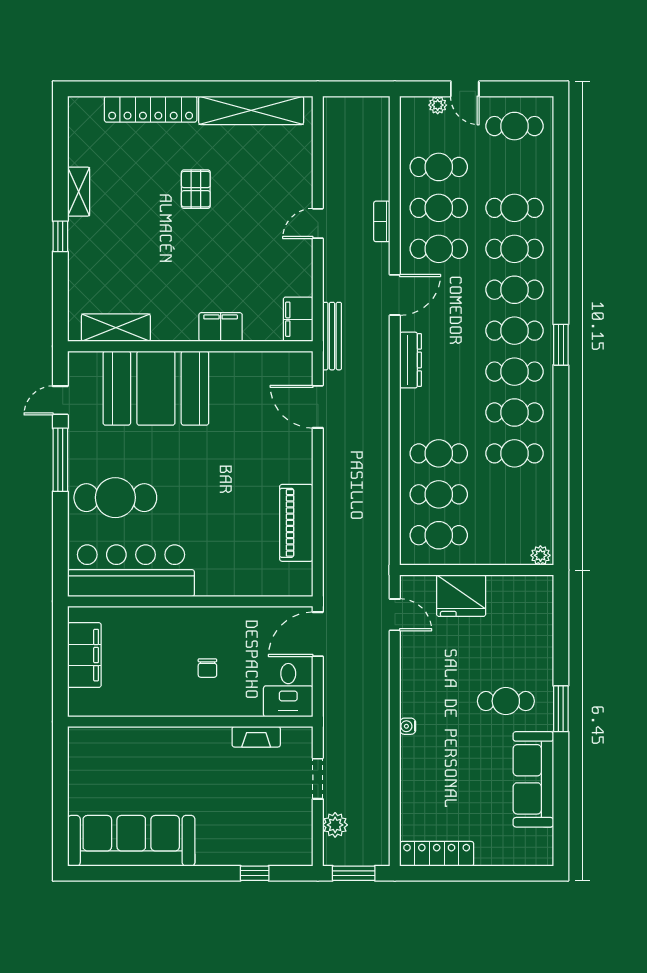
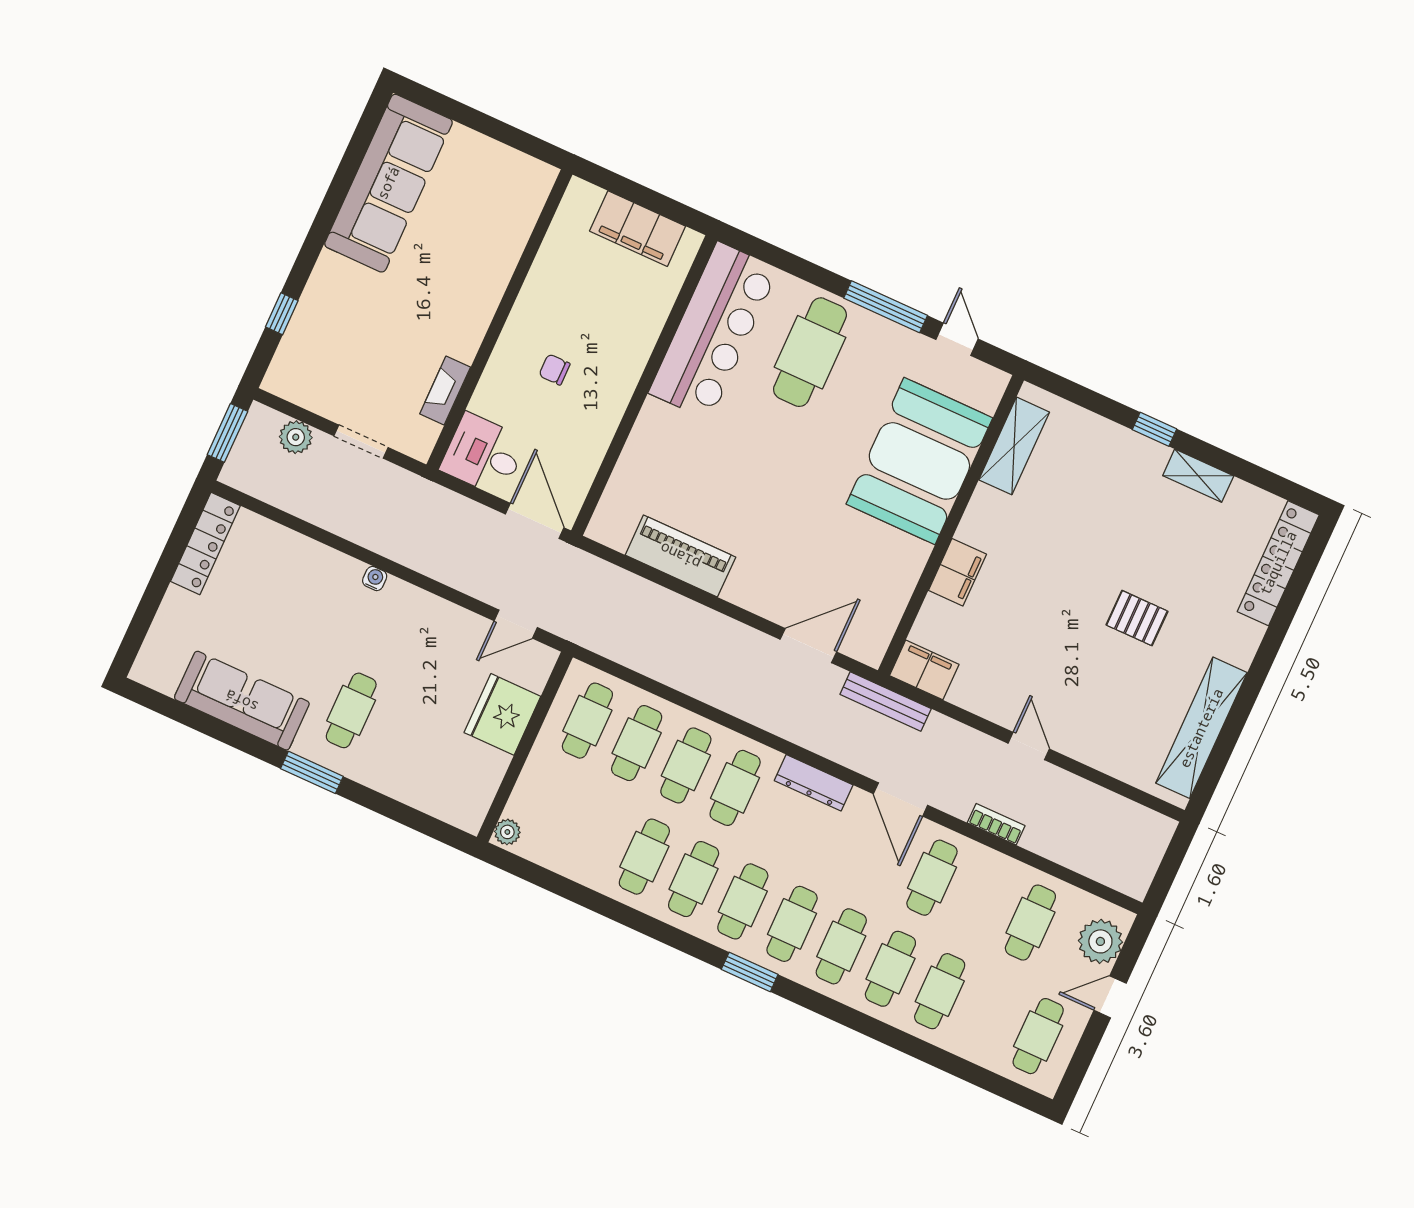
plant: (438, 105) -> (1100, 941), width x1.88, depth x1.88
locker: (151, 109) -> (1278, 563), moved
cafe table: (439, 208) -> (735, 788), moved

